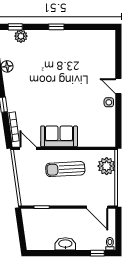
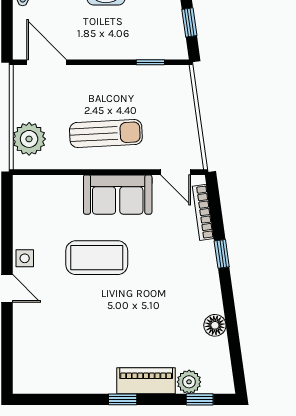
piano: (44, 37) -> (146, 381), added
coffee table: (70, 103) -> (97, 258), added
window: (21, 228) -> (189, 22), added

